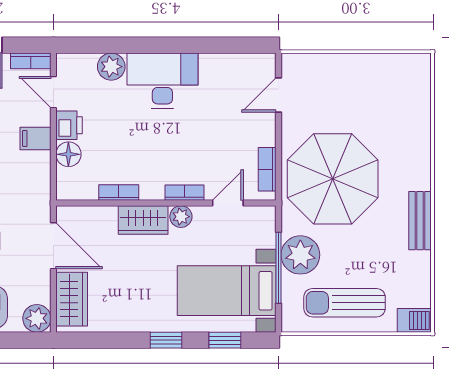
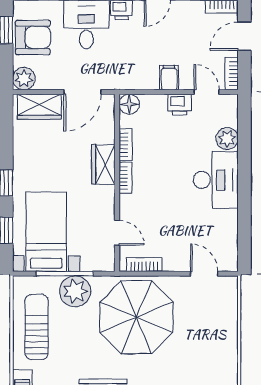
door: (53, 92) -> (207, 92), hinge flipped
floor lamp: (68, 154) -> (129, 104), moved
bookcase: (184, 193) -> (125, 178), moved
plant: (181, 217) -> (106, 195), removed

